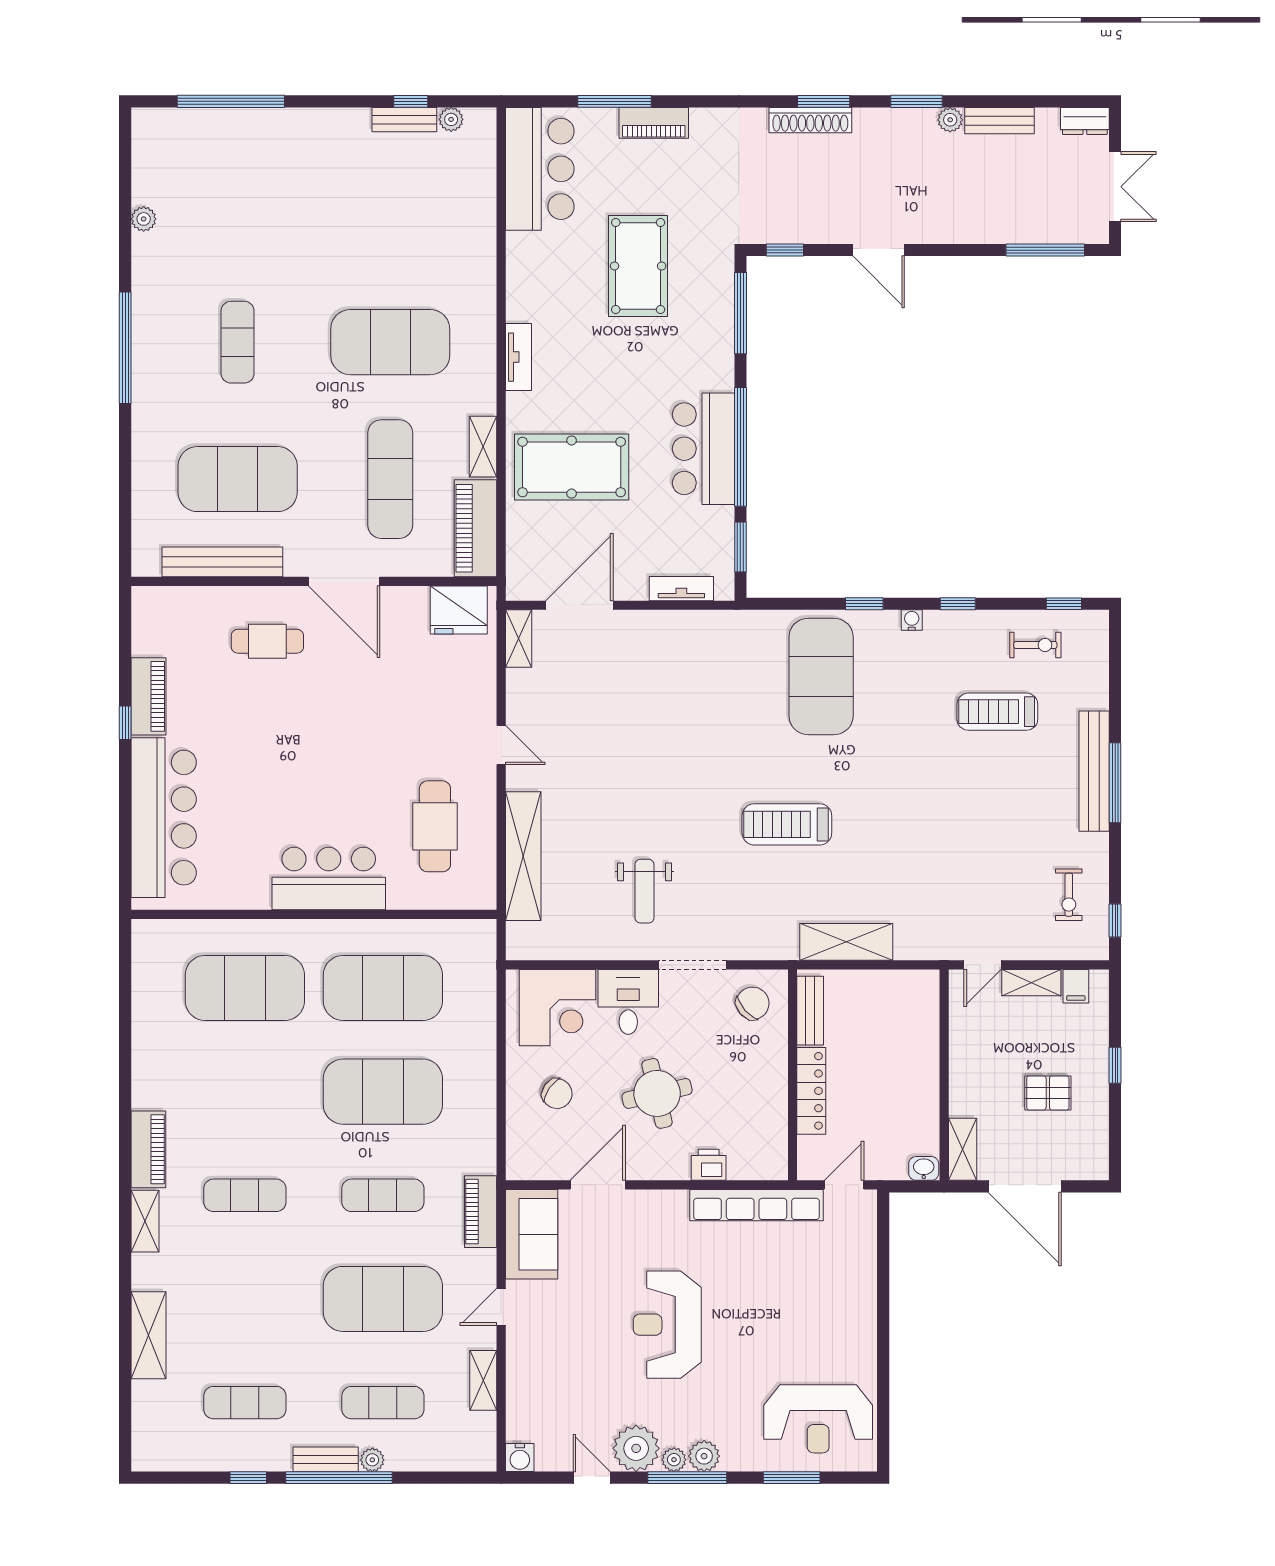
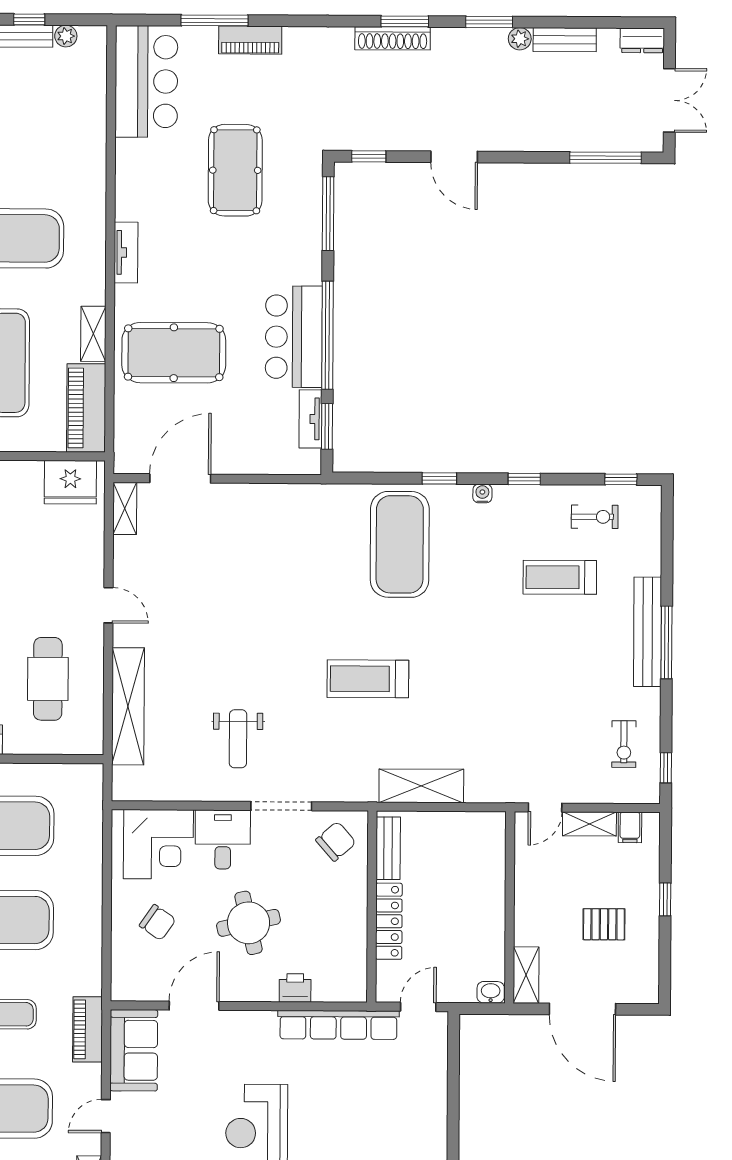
tv unit: (681, 589) -> (310, 419), moved, turned -90

